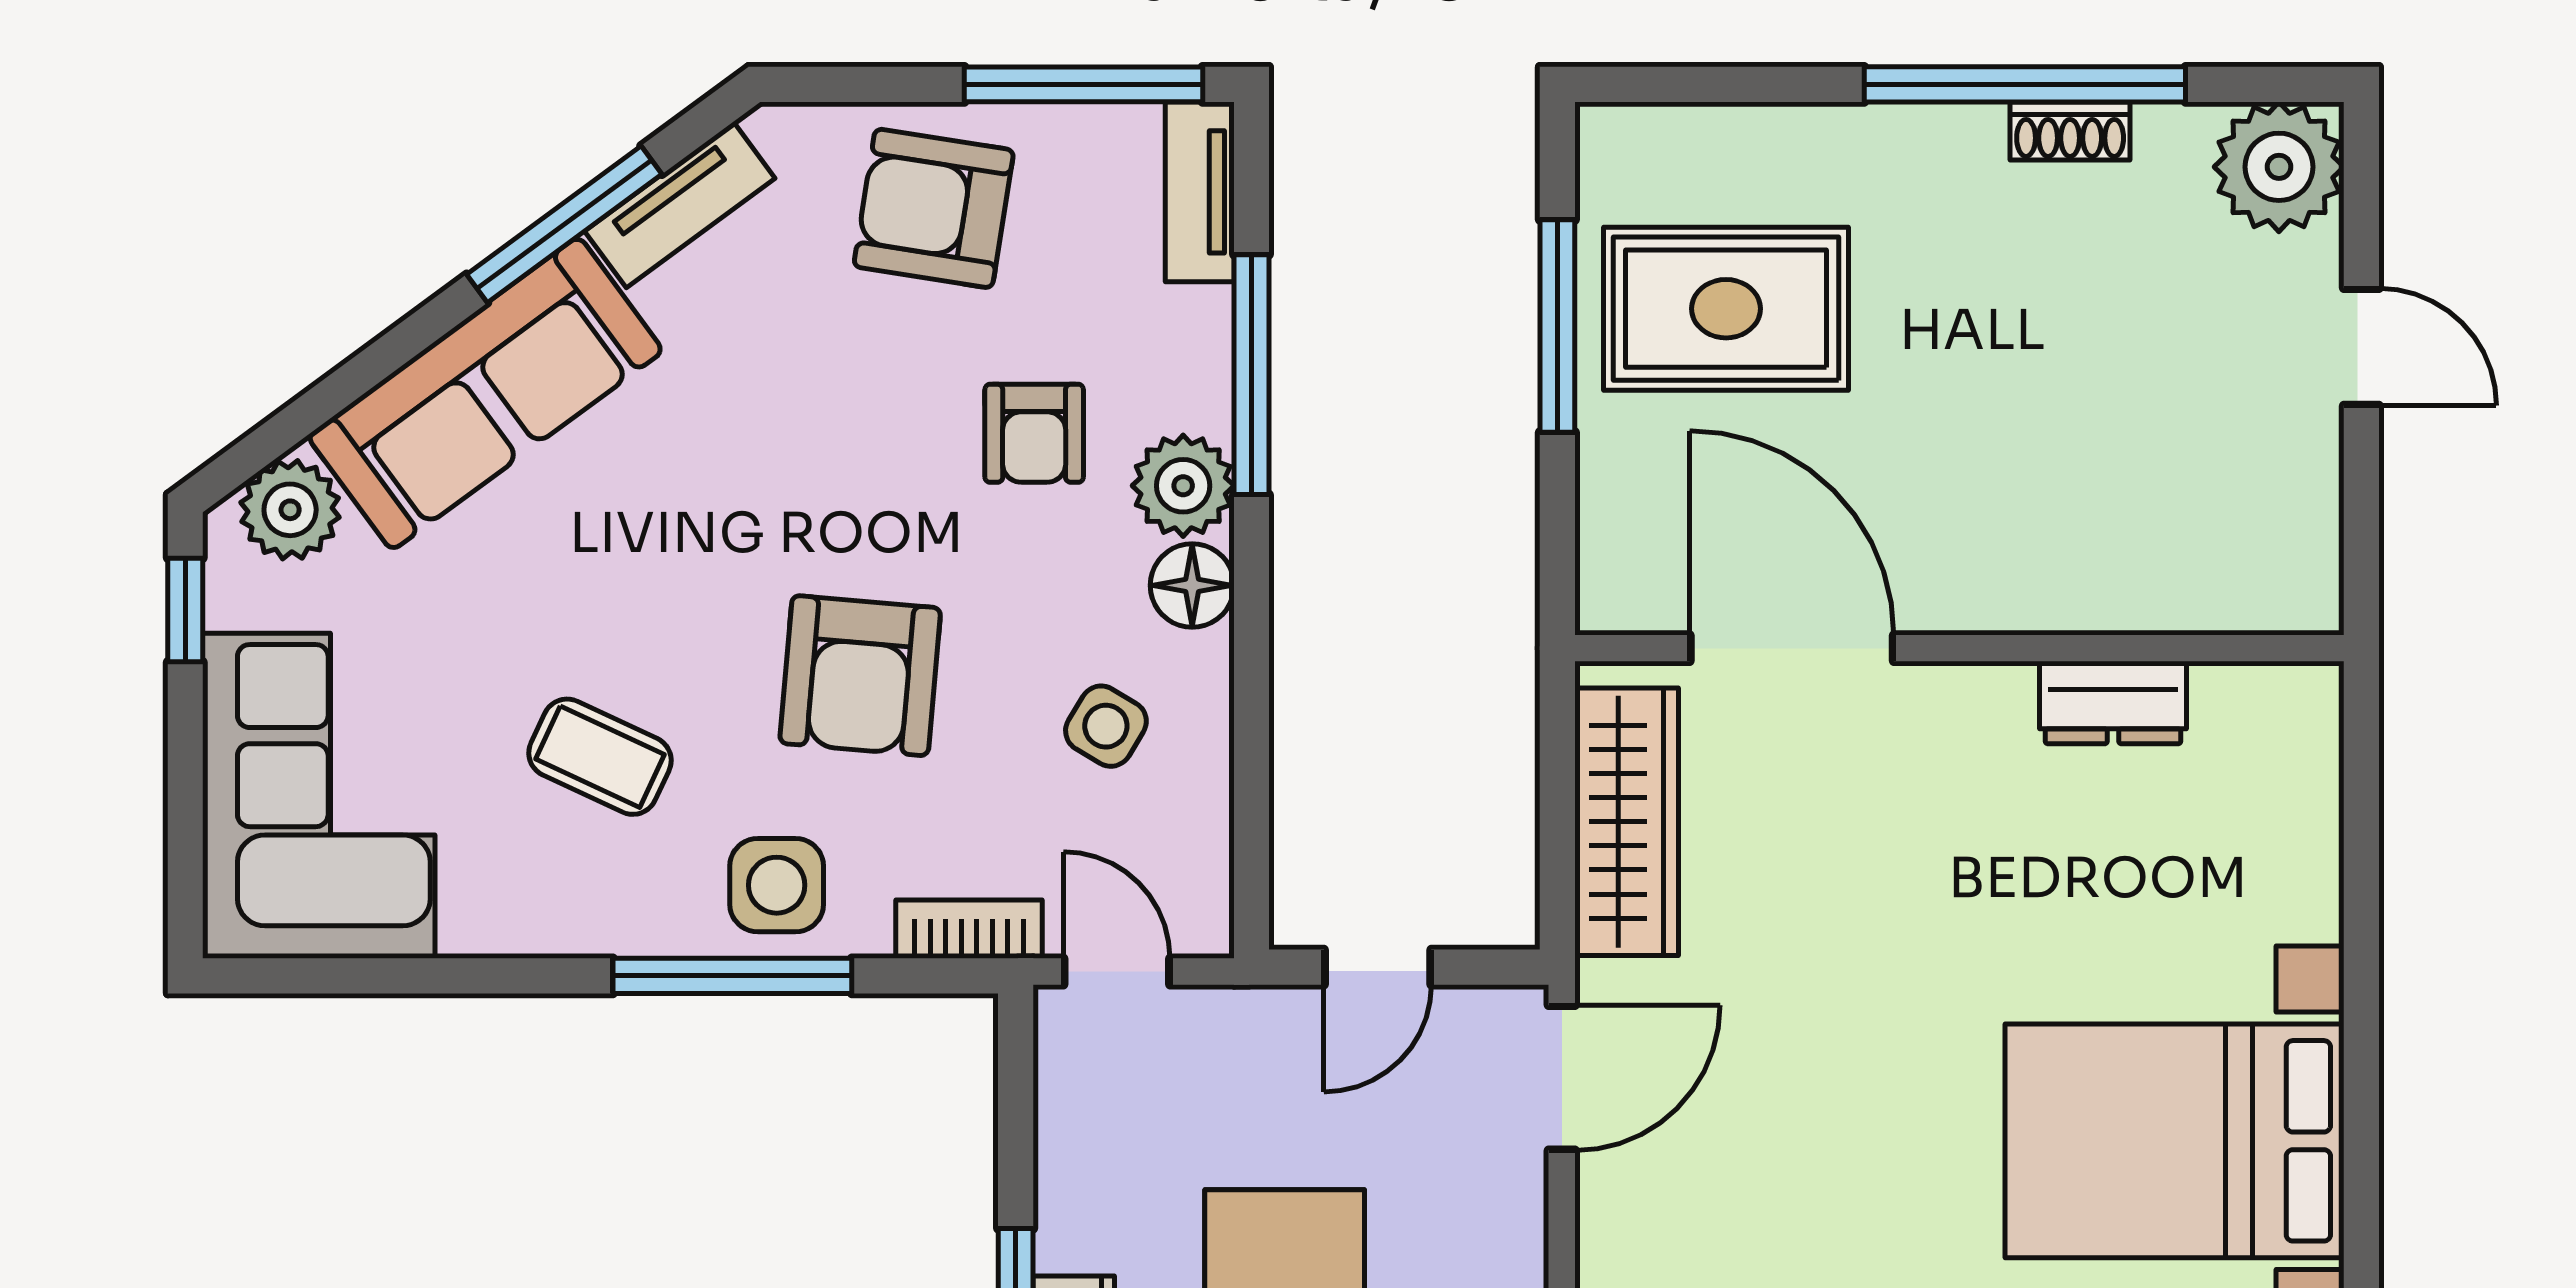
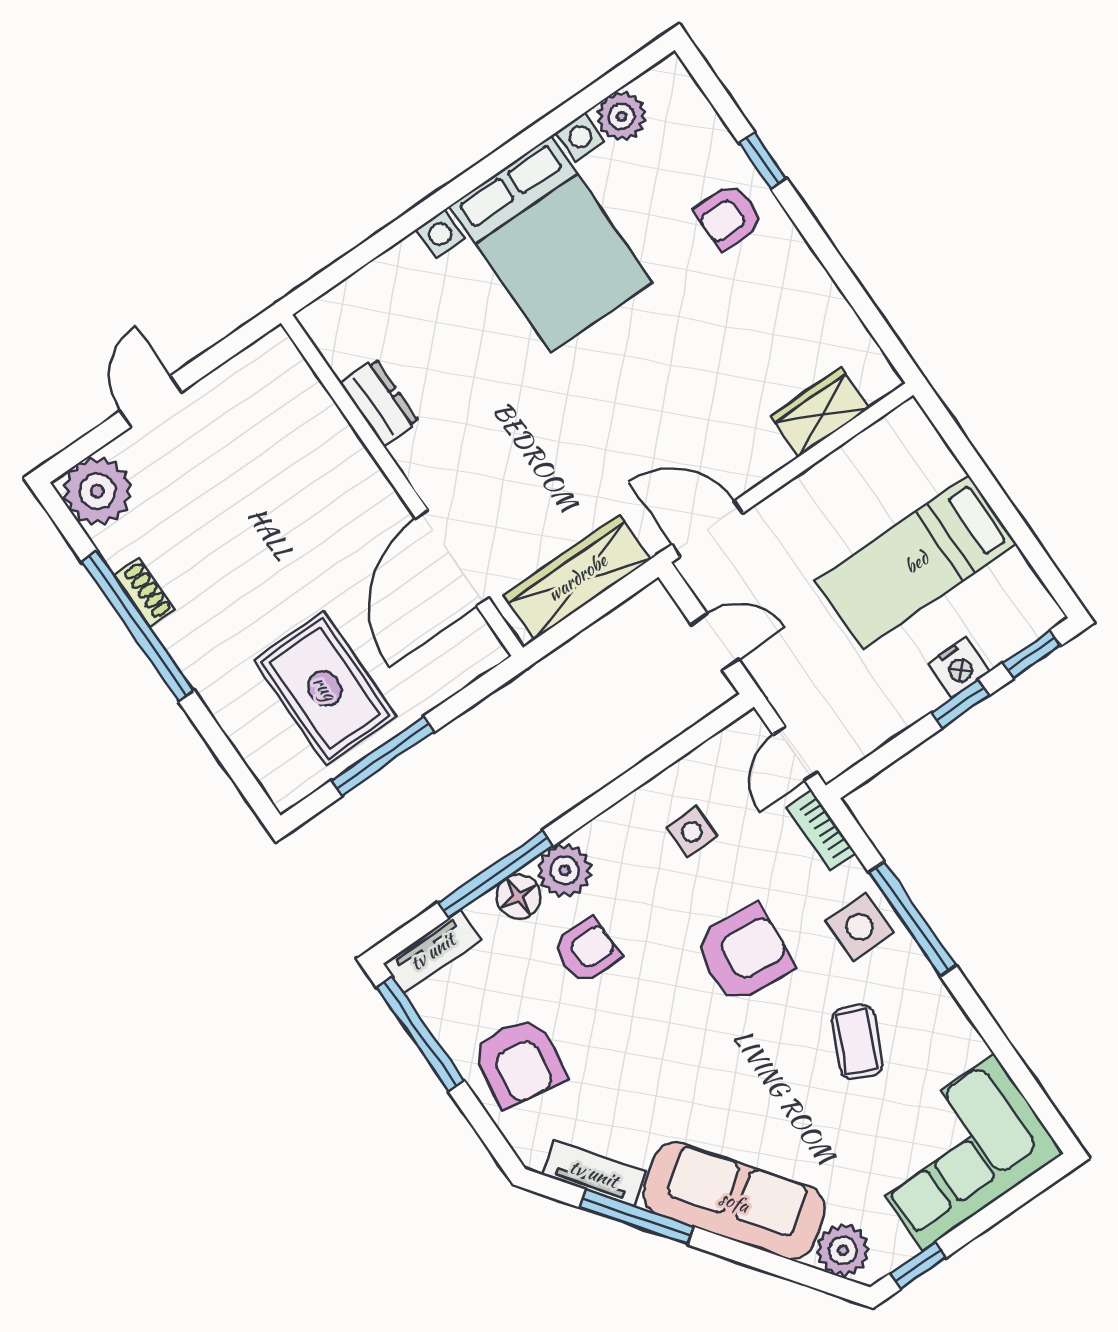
floor lamp: (1192, 585) -> (519, 896), moved
side table: (1106, 726) -> (692, 832), turned -31

